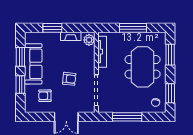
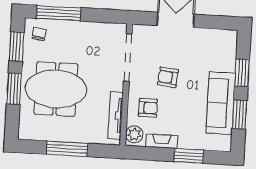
window: (170, 55) -> (14, 89), moved
meeting table: (143, 67) -> (56, 89), turned 90
armchair: (45, 96) -> (148, 108), moved
window: (127, 117) -> (59, 13), moved

